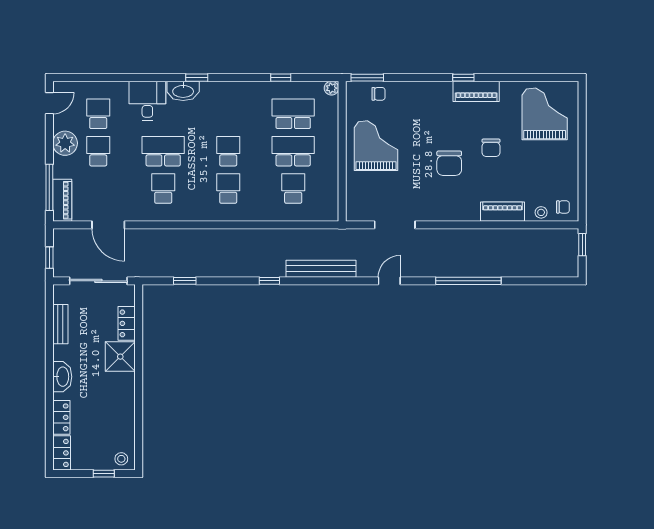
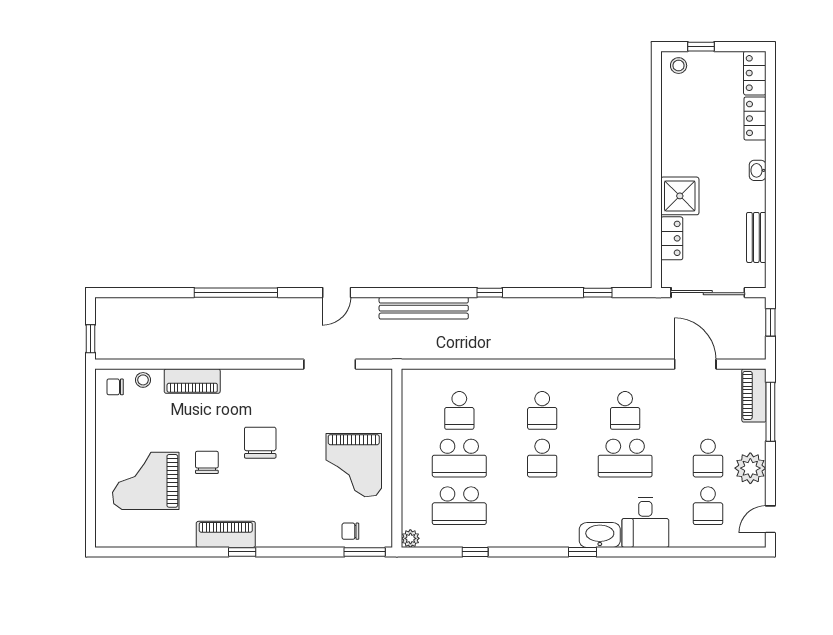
grand piano: (545, 114) -> (146, 481), moved, turned 90
washbasin: (62, 377) -> (758, 170), width x0.52, depth x0.69

